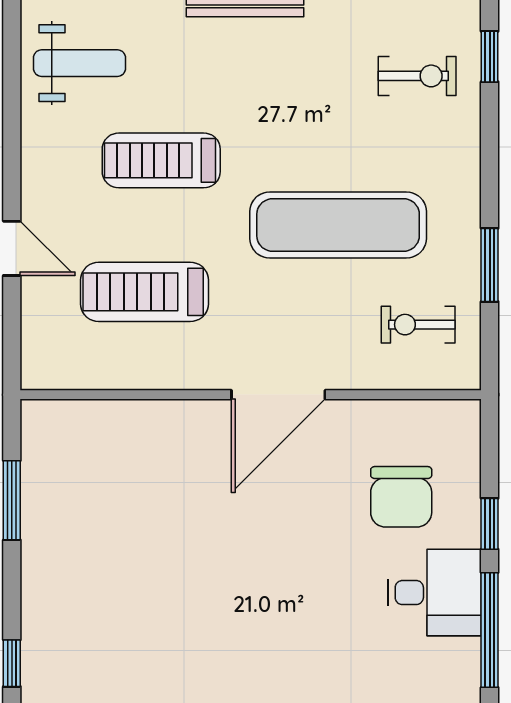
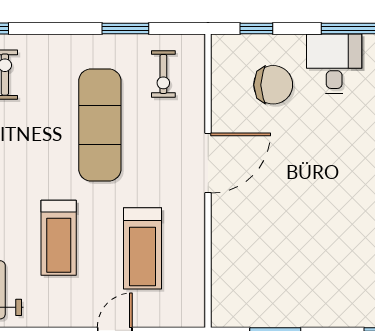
door: (278, 395) -> (208, 163), hinge flipped
window: (490, 524) -> (256, 28), moved

